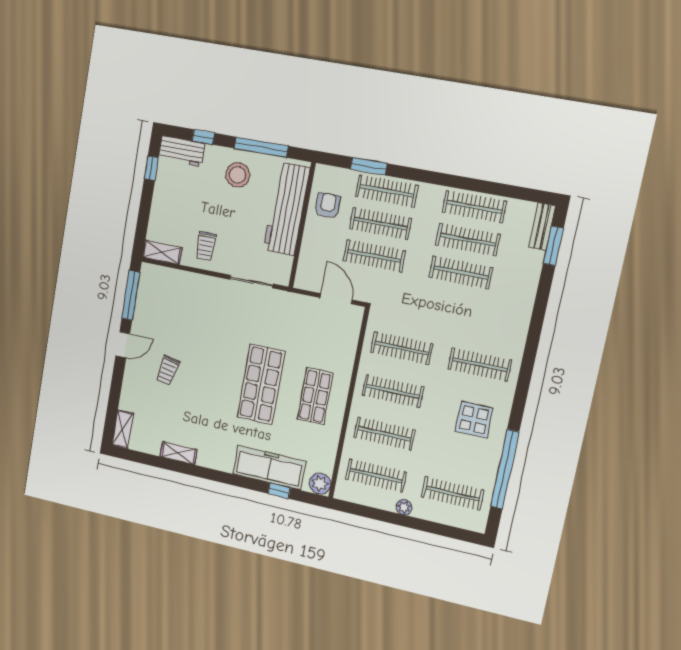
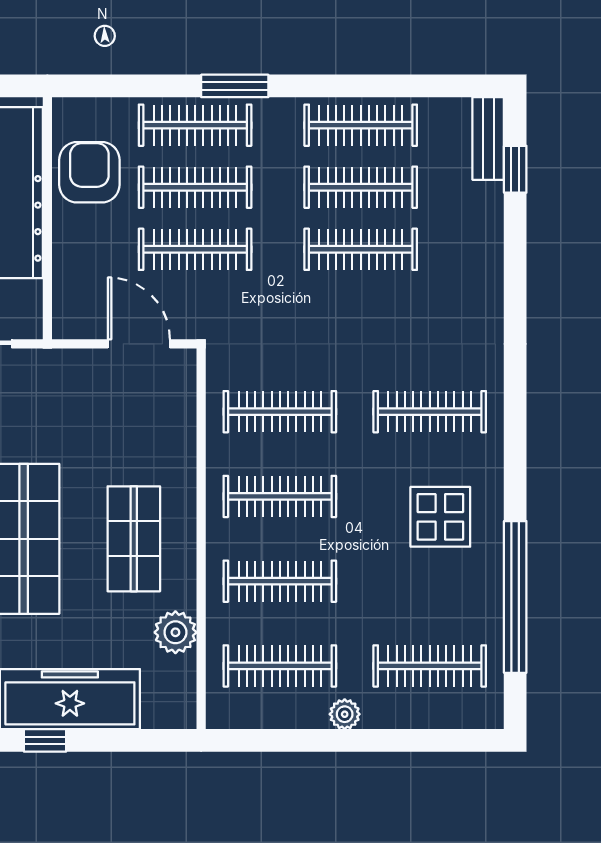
window: (369, 166) -> (235, 86), moved
armchair: (328, 206) -> (89, 172), width x1.38, depth x1.38
window: (553, 246) -> (515, 169), width x0.67
plant: (320, 484) -> (175, 632), moved
window: (279, 491) -> (45, 740), moved

